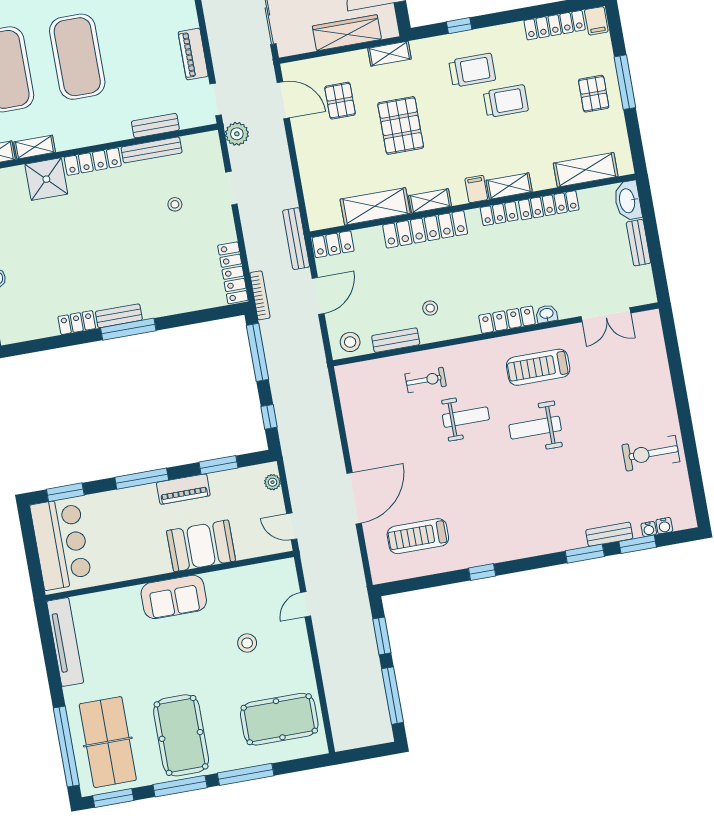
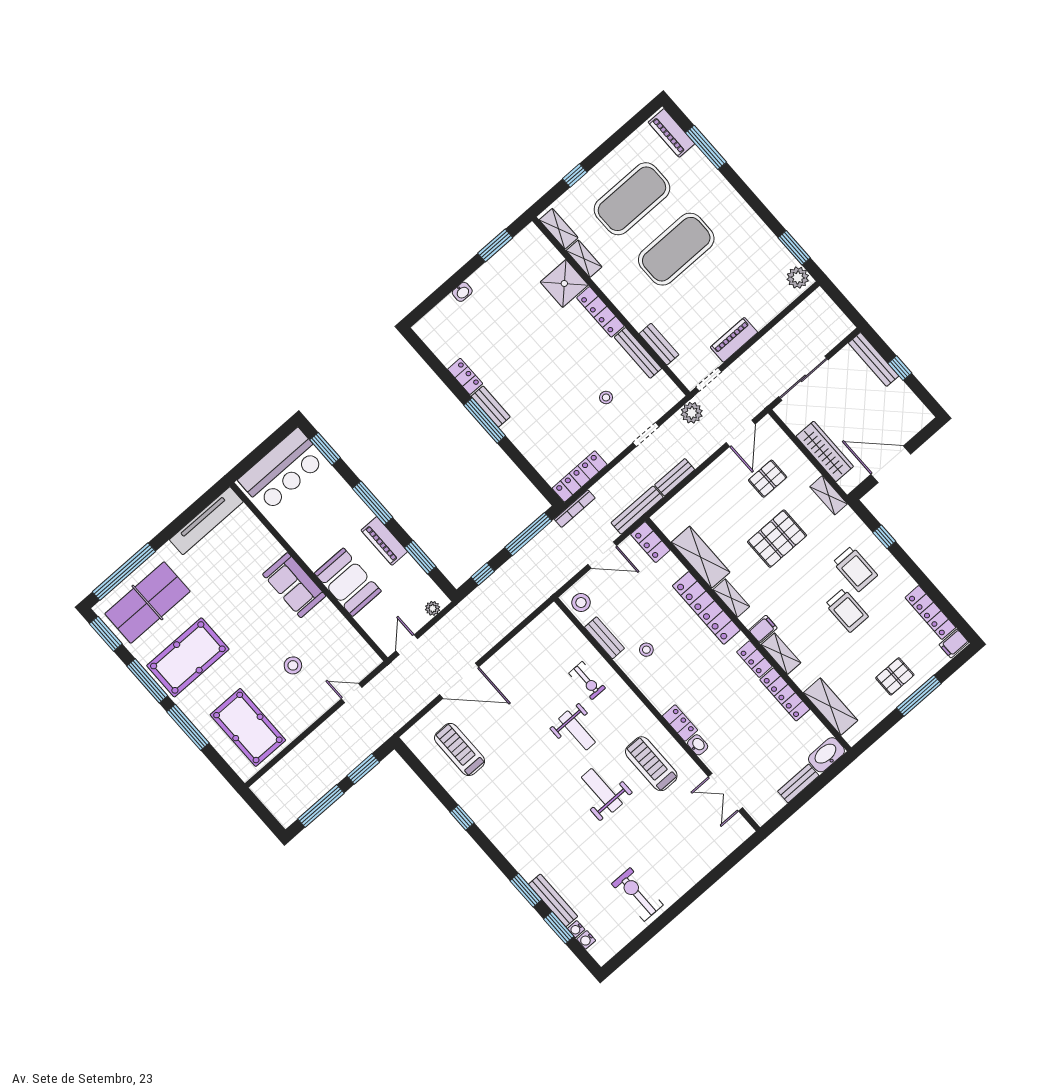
bench: (287, 186) -> (675, 477), added
locker: (507, 320) -> (680, 723), width x0.66
bench: (609, 534) -> (553, 900), width x1.36

